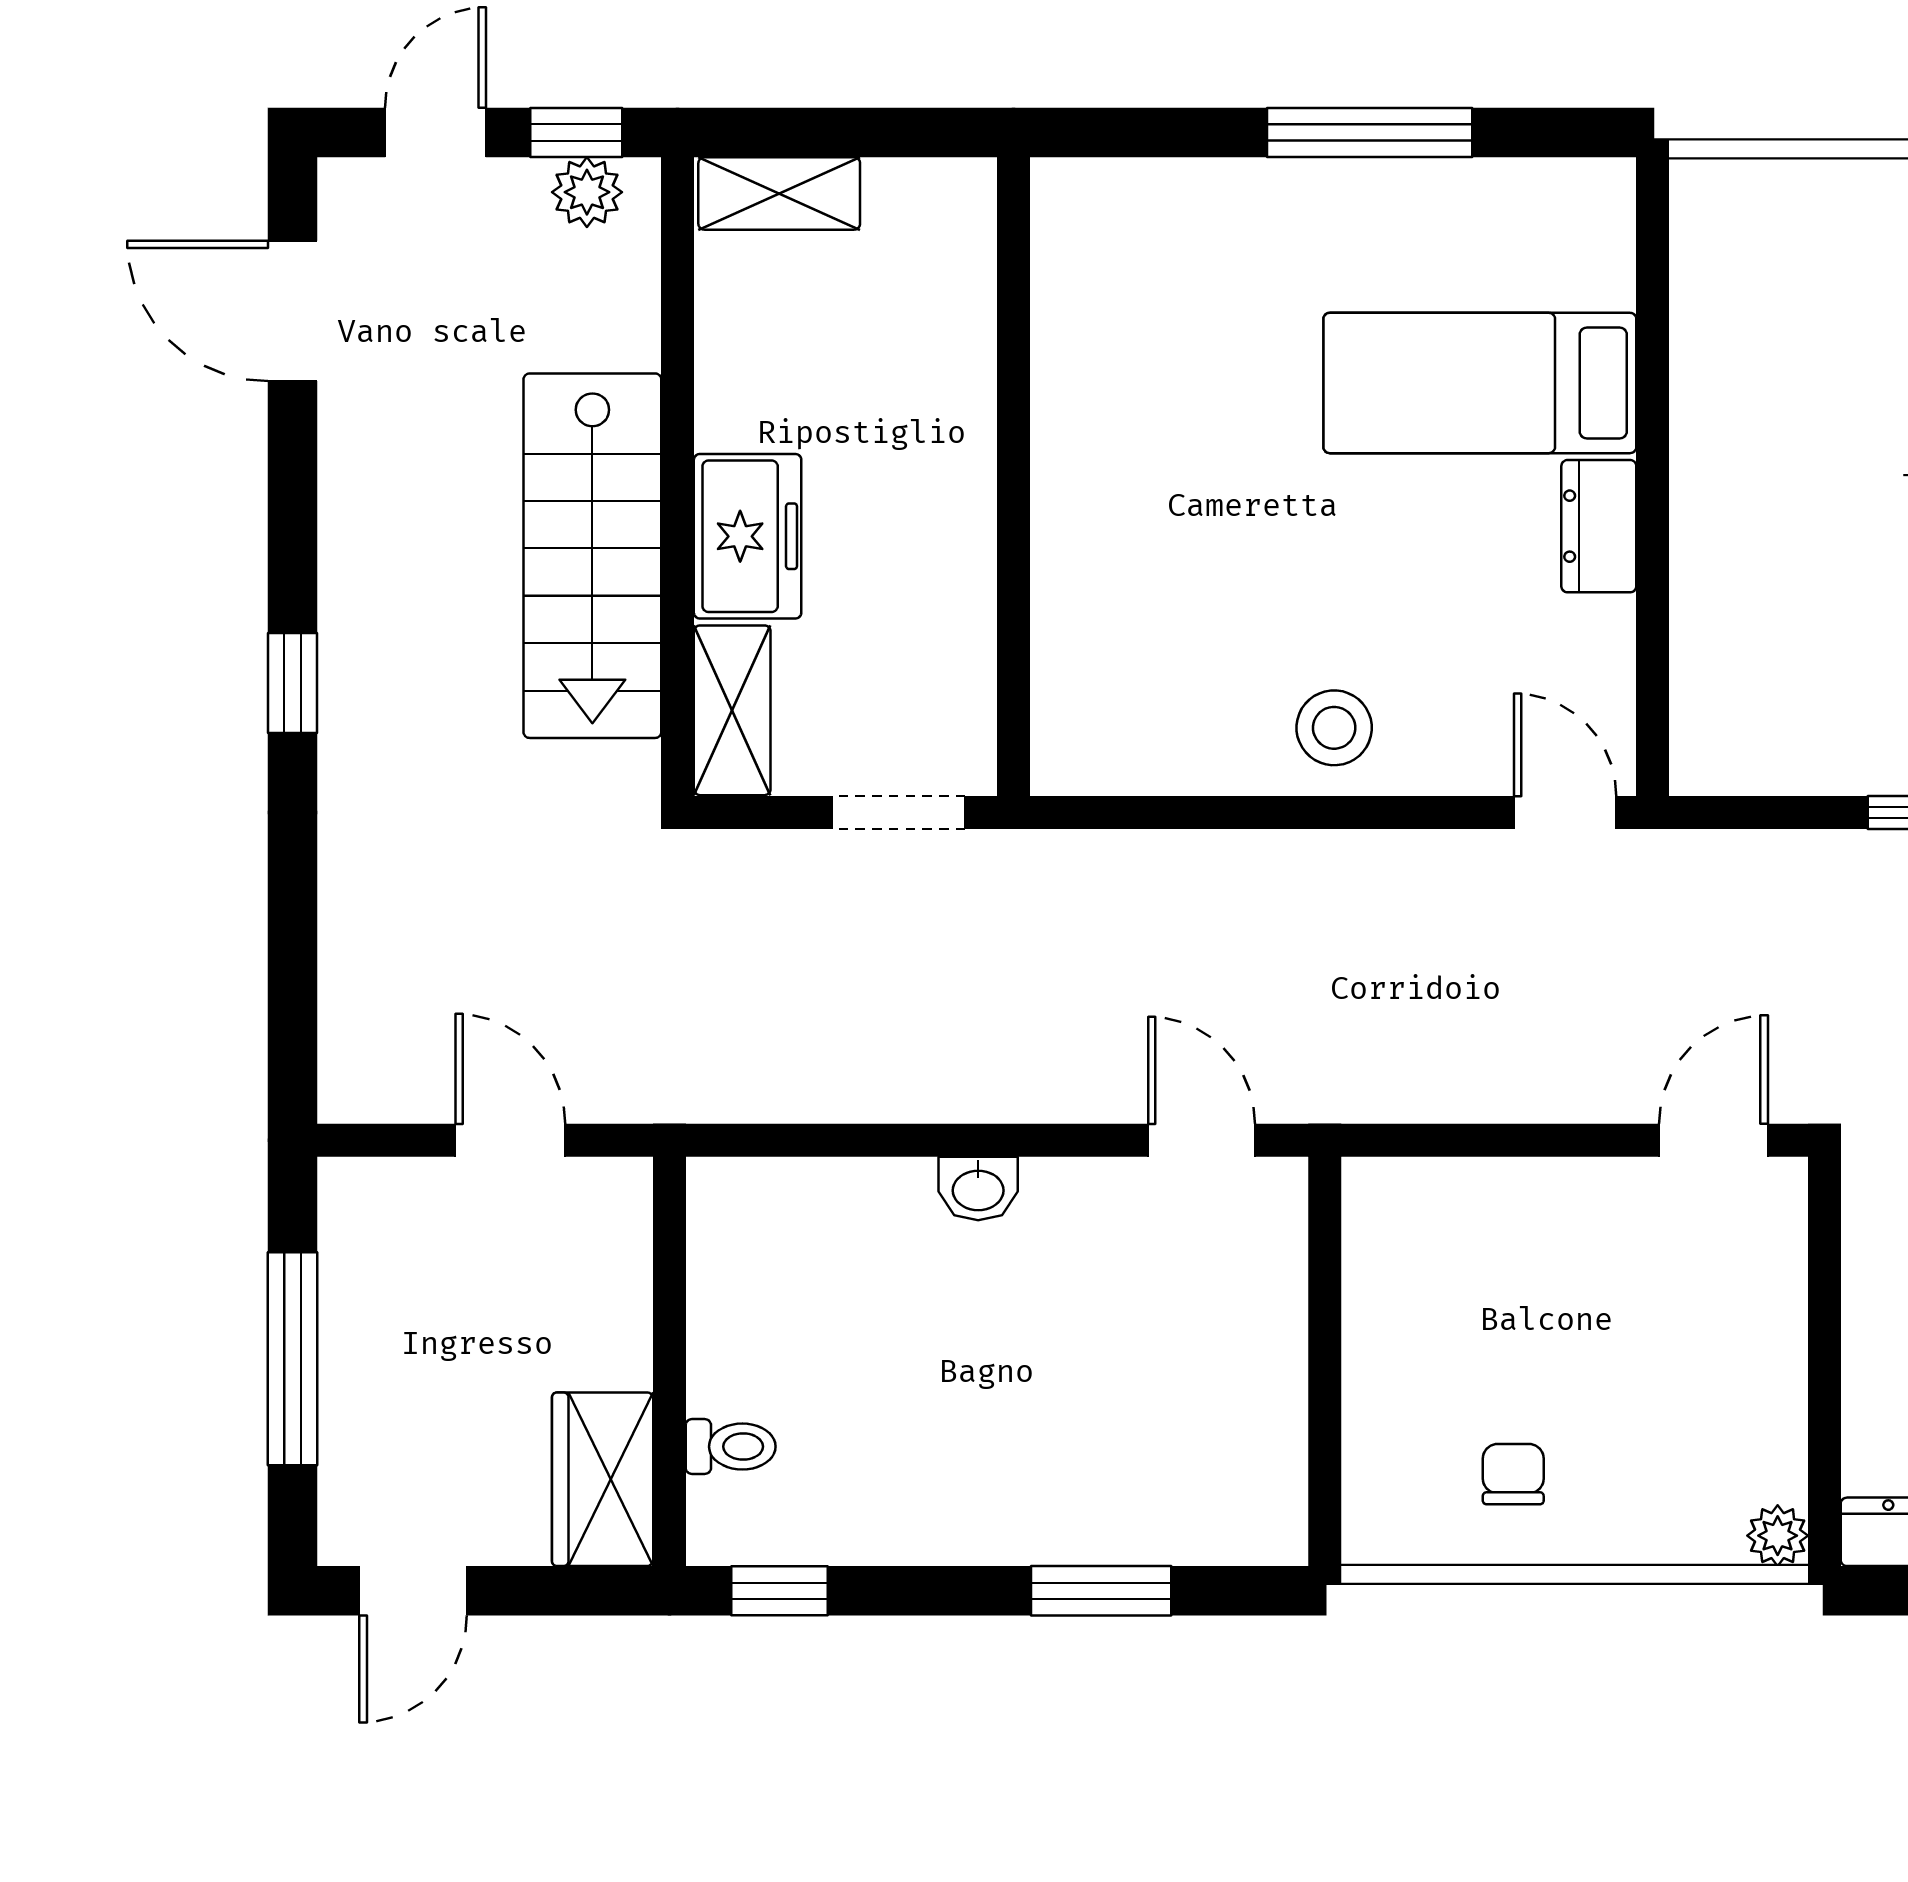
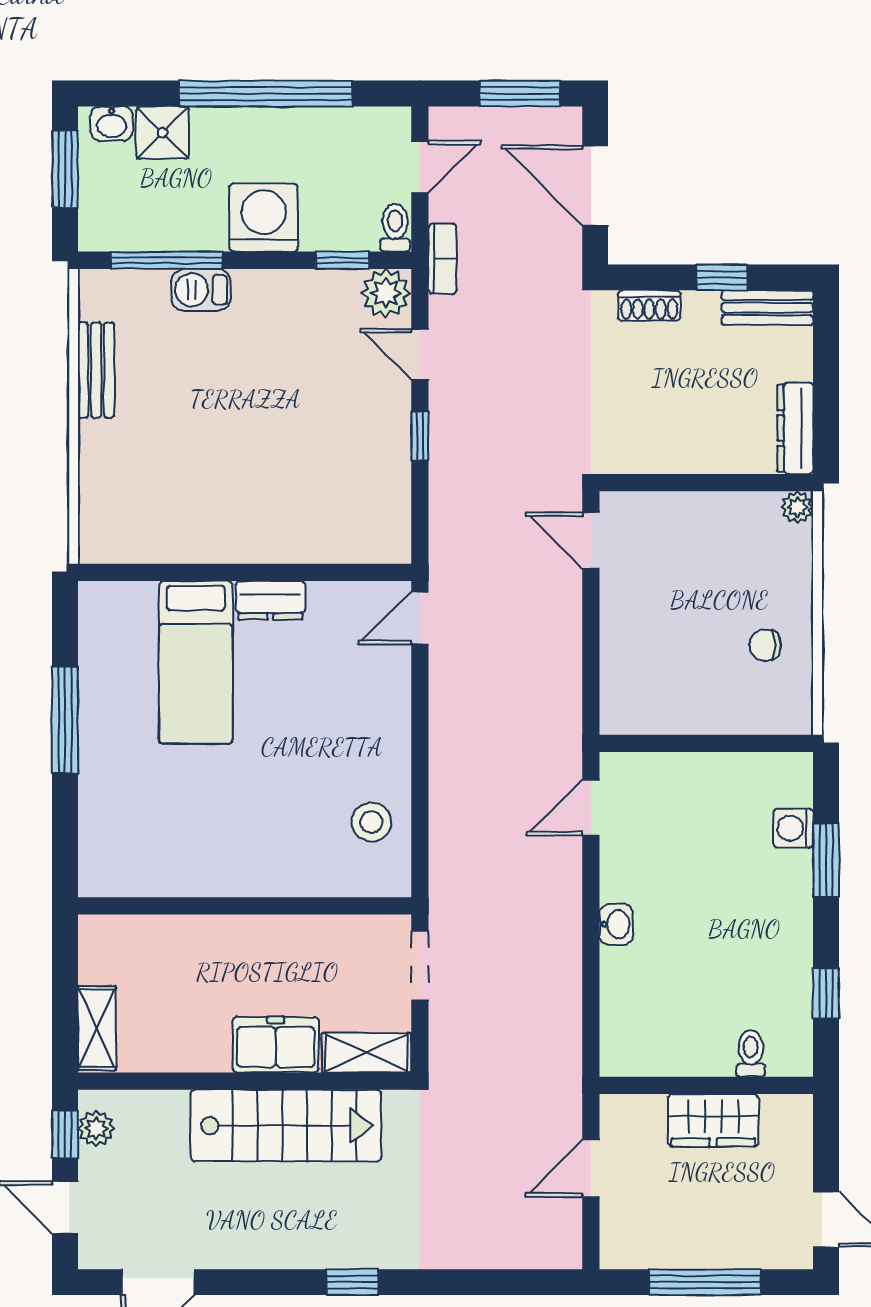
stool: (1334, 728) -> (371, 822), moved
wardrobe: (603, 1479) -> (713, 1120), moved
washing machine: (1162, 1528) -> (793, 828), added
window: (780, 1591) -> (826, 993), moved

